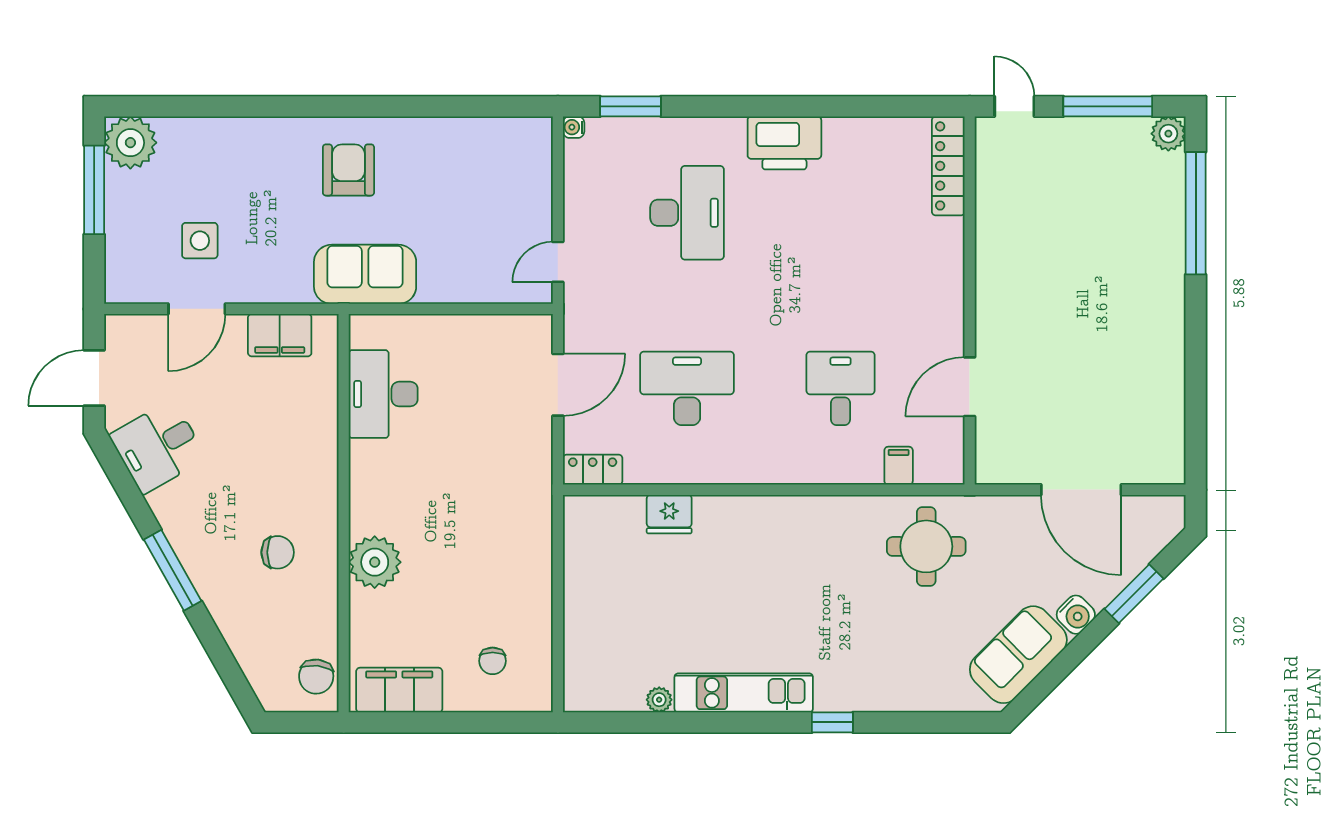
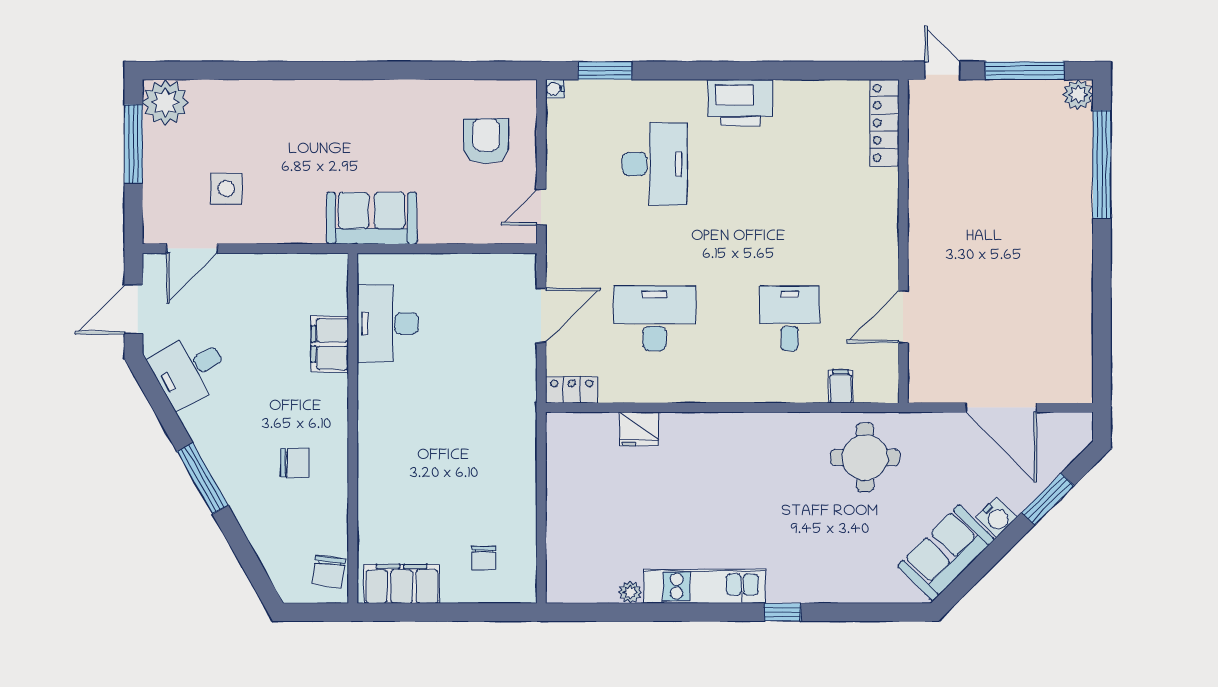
armchair: (348, 170) -> (486, 141), moved
door: (197, 309) -> (192, 249), moved
filing cabinet: (280, 335) -> (330, 344), moved, turned 90
plant: (375, 562) -> (380, 471), removed

